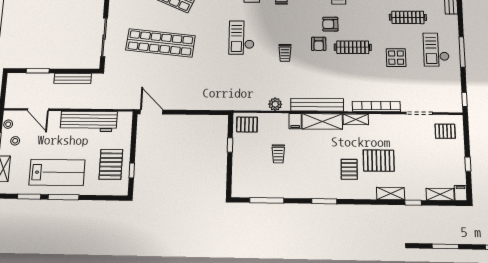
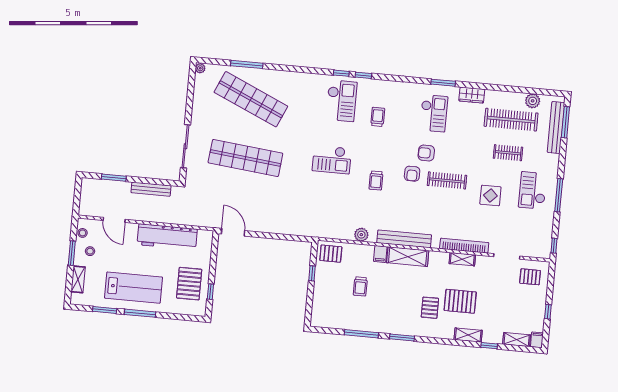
clothes rail: (408, 17) -> (508, 153), width x0.73
checkout: (242, 38) -> (332, 160), turned -90
shelving: (356, 119) -> (462, 259), moved
window: (267, 200) -> (361, 334), moved

